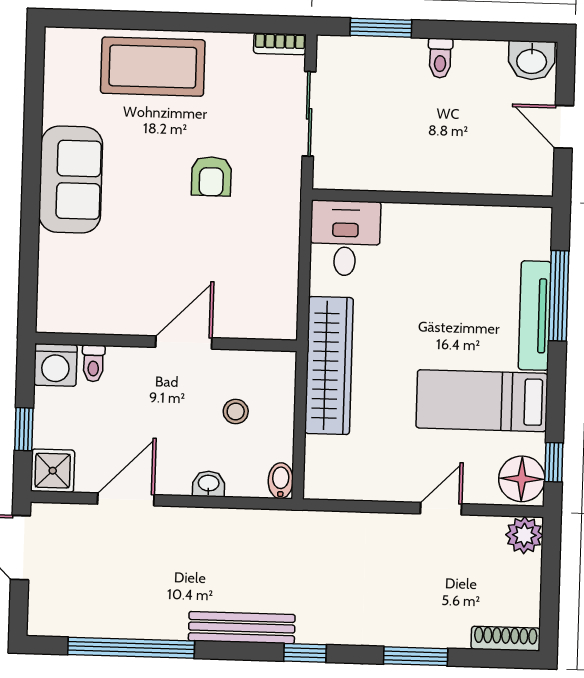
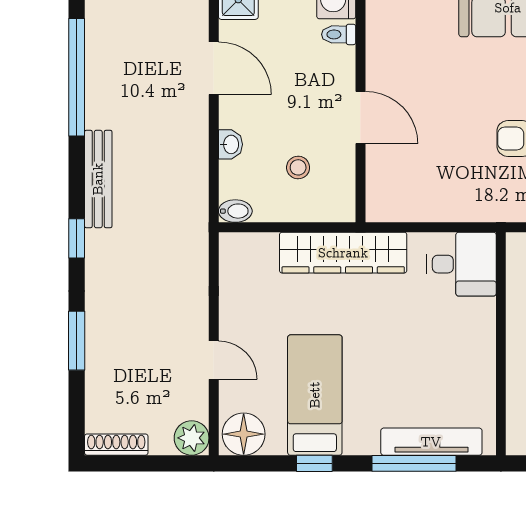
tv unit: (535, 316) -> (431, 442), moved
window: (554, 462) -> (314, 463), moved
shoe rack: (506, 639) -> (116, 445), moved, turned -90

